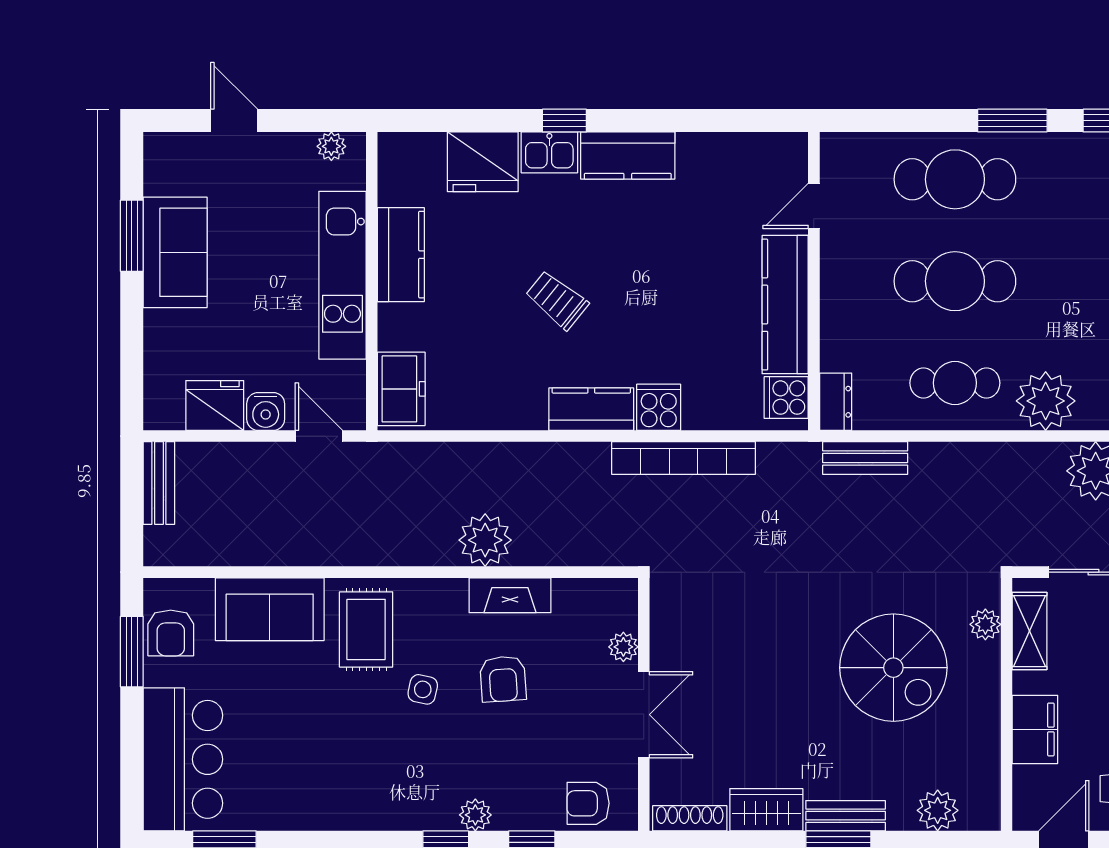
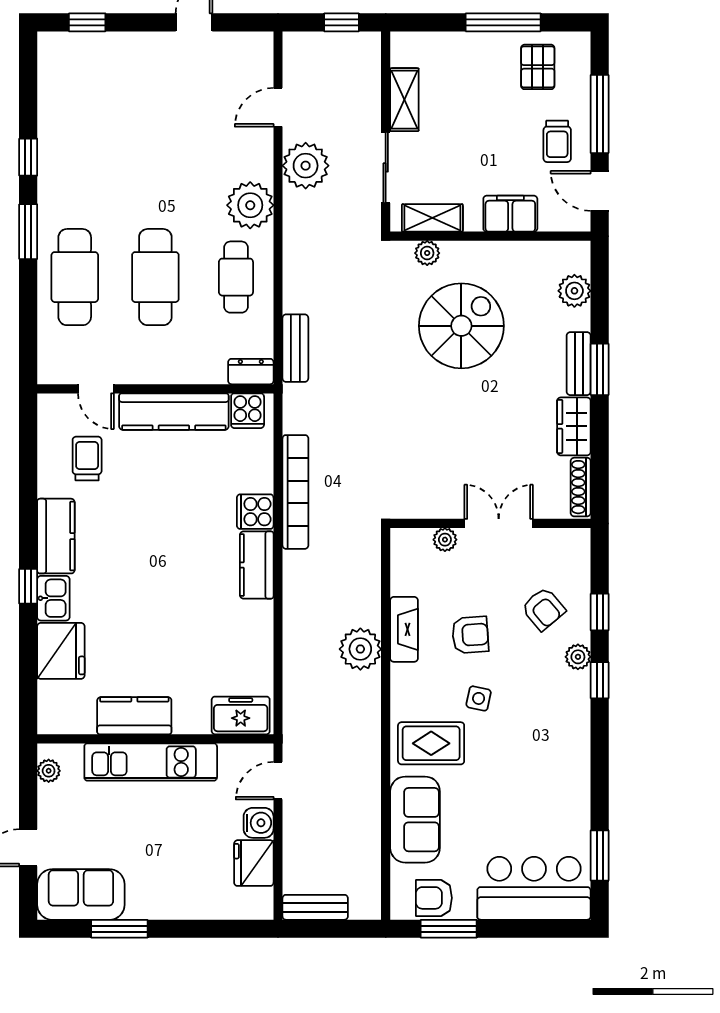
sofa: (175, 252) -> (81, 895), moved
trolley: (557, 300) -> (87, 459), moved, turned 141
armchair: (171, 633) -> (434, 898), turned 180
armchair: (588, 803) -> (543, 609), moved, turned -40

